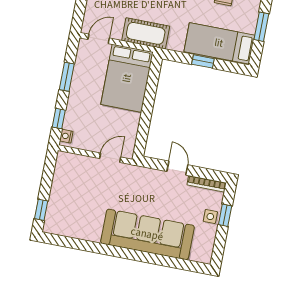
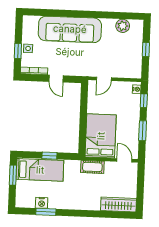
window: (261, 27) -> (13, 175), moved
cot: (146, 33) -> (92, 167), width x0.73, depth x0.75
door: (99, 39) -> (124, 160), swing flipped
window: (41, 210) -> (146, 49), moved
plant: (73, 228) -> (123, 26), added

